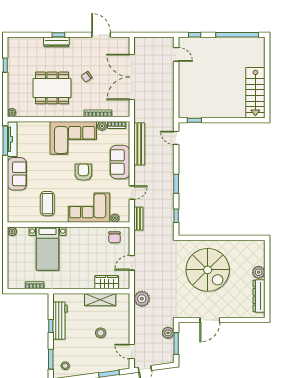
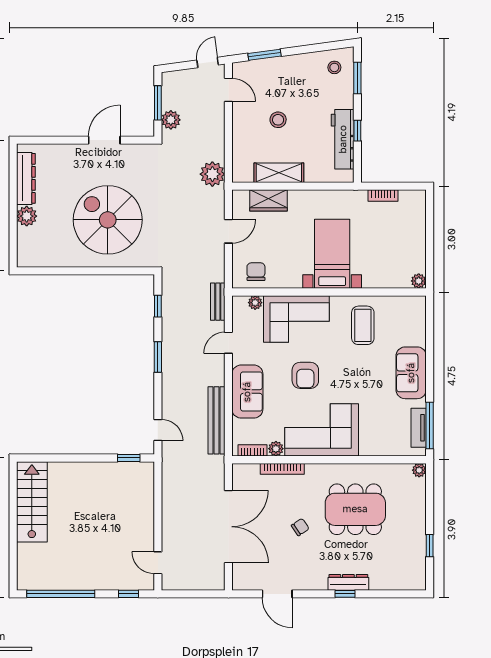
tv unit: (12, 139) -> (419, 428), width x0.71
bed with nightstands: (48, 249) -> (332, 254), moved

